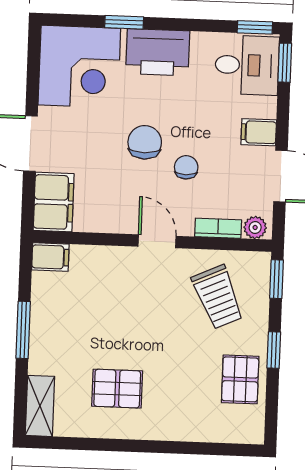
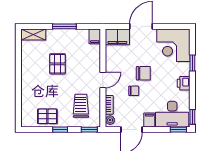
printer: (158, 52) -> (184, 83), width x0.53, depth x0.68
desk: (247, 65) -> (172, 114), width x1.37
trolley: (218, 297) -> (81, 106), turned 114
pallet: (117, 389) -> (58, 64), moved

